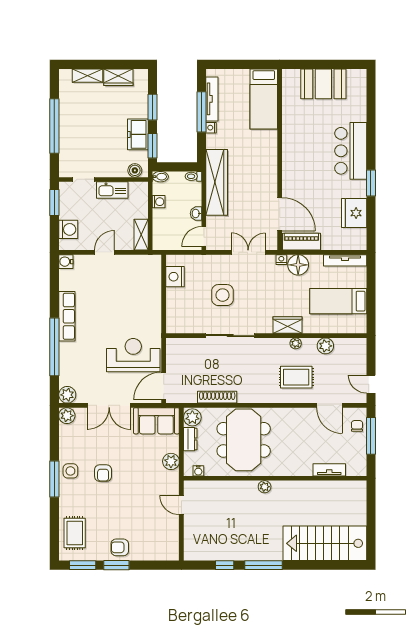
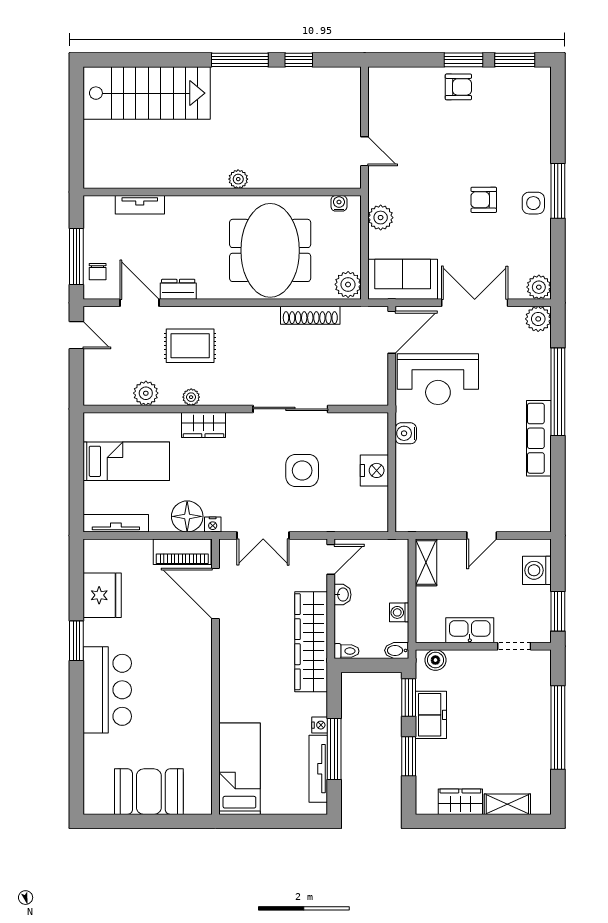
water cooler: (66, 262) -> (406, 433), moved, turned 180
nightstand: (175, 277) -> (374, 470), moved
dresser: (190, 439) -> (178, 289), moved, turned 90
armchair: (103, 473) -> (484, 200), turned -90
rug: (75, 533) -> (527, 109), removed

